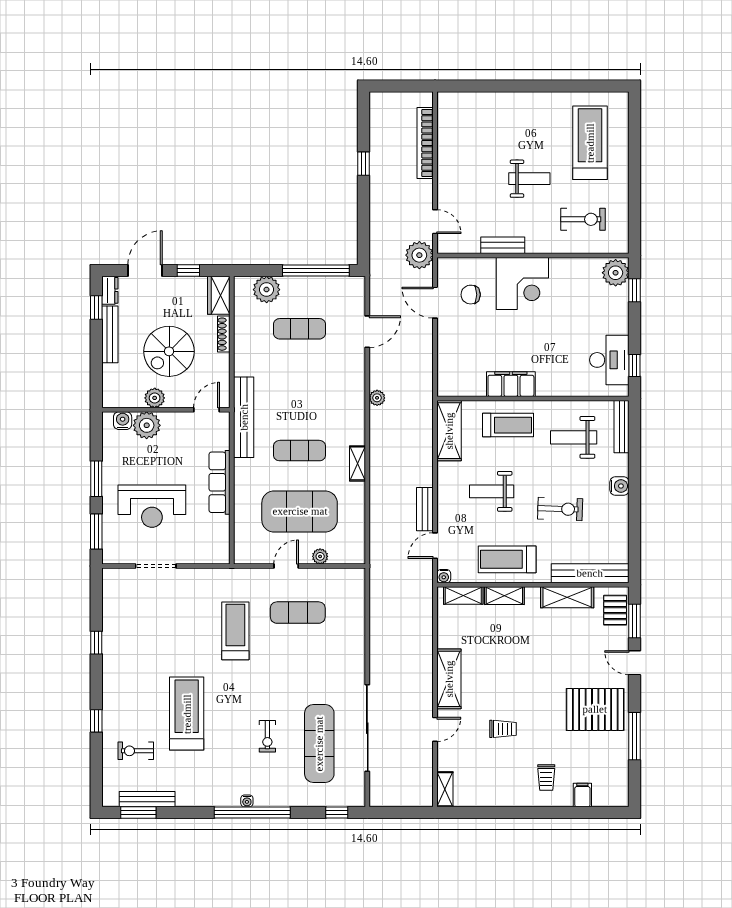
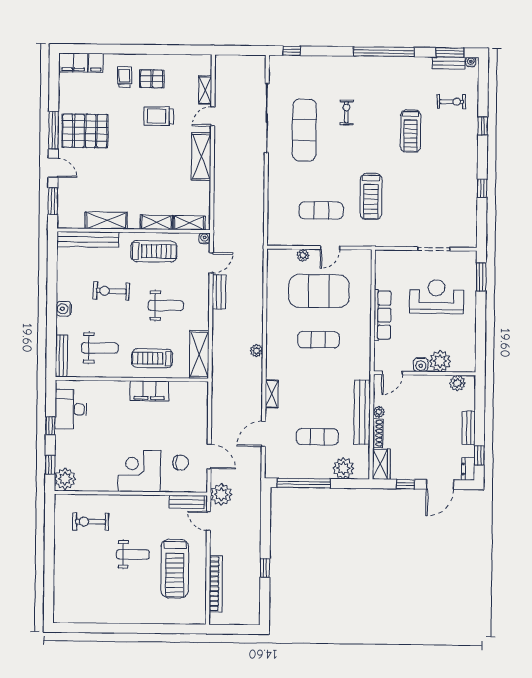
treadmill: (590, 143) -> (175, 569), moved
weight bench: (529, 179) -> (133, 554), turned 180
bench: (503, 245) -> (187, 502), moved
bench: (110, 334) -> (469, 428), width x0.73
spiral stairs: (169, 351) -> (422, 420), removed
plant: (223, 361) -> (379, 412), added
window: (635, 366) -> (50, 426), moved
plant: (155, 398) -> (457, 383), moved
plant: (377, 398) -> (256, 351), moved
bench: (244, 417) -> (362, 412), moved
water cooler: (123, 421) -> (421, 365), moved
shelving: (357, 463) -> (272, 394), moved
window: (96, 479) -> (481, 319), removed
pallet: (615, 610) -> (152, 79), moved, turned 90
treadmill: (187, 714) -> (411, 131), width x0.73, depth x0.73
trolley: (503, 729) -> (159, 116), width x1.36, depth x1.39
window: (635, 736) -> (54, 130), moved
exercise mat: (319, 744) -> (304, 130), moved
shelving: (445, 789) -> (205, 90), moved
filing cabinet: (611, 795) -> (73, 63), added
bench: (147, 799) -> (449, 63), width x0.73
water cooler: (247, 801) -> (471, 62), moved
window: (252, 813) -> (384, 52), moved

